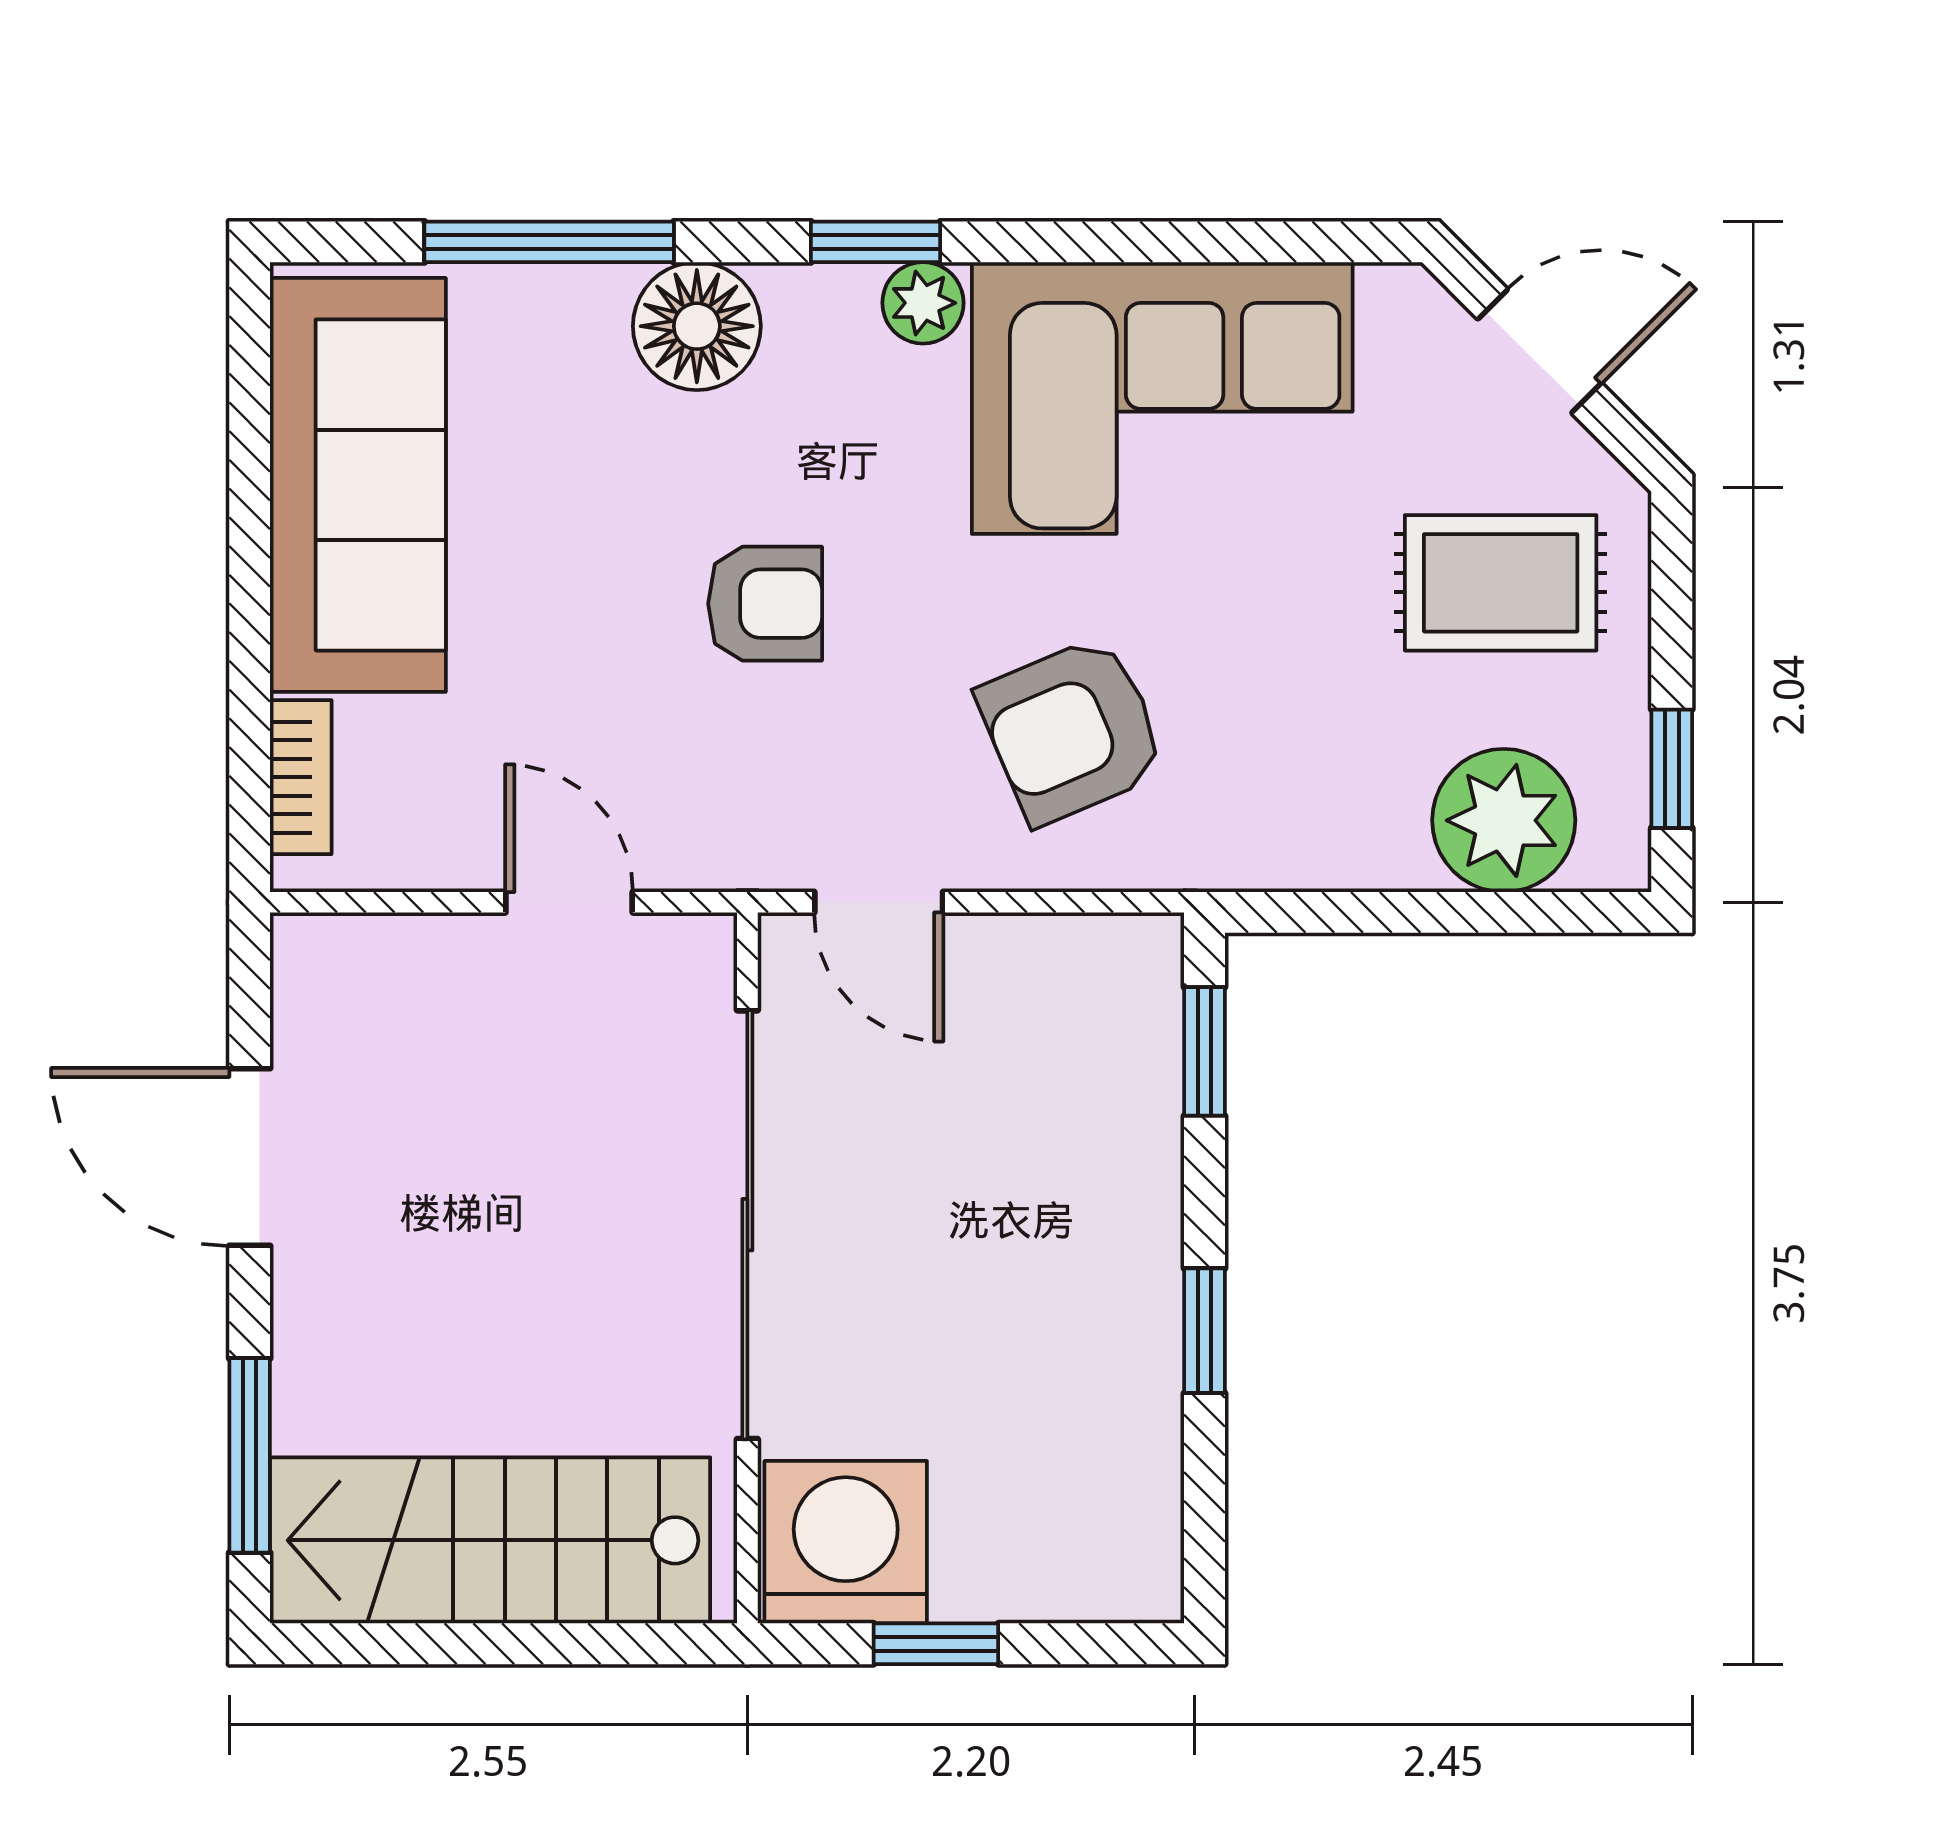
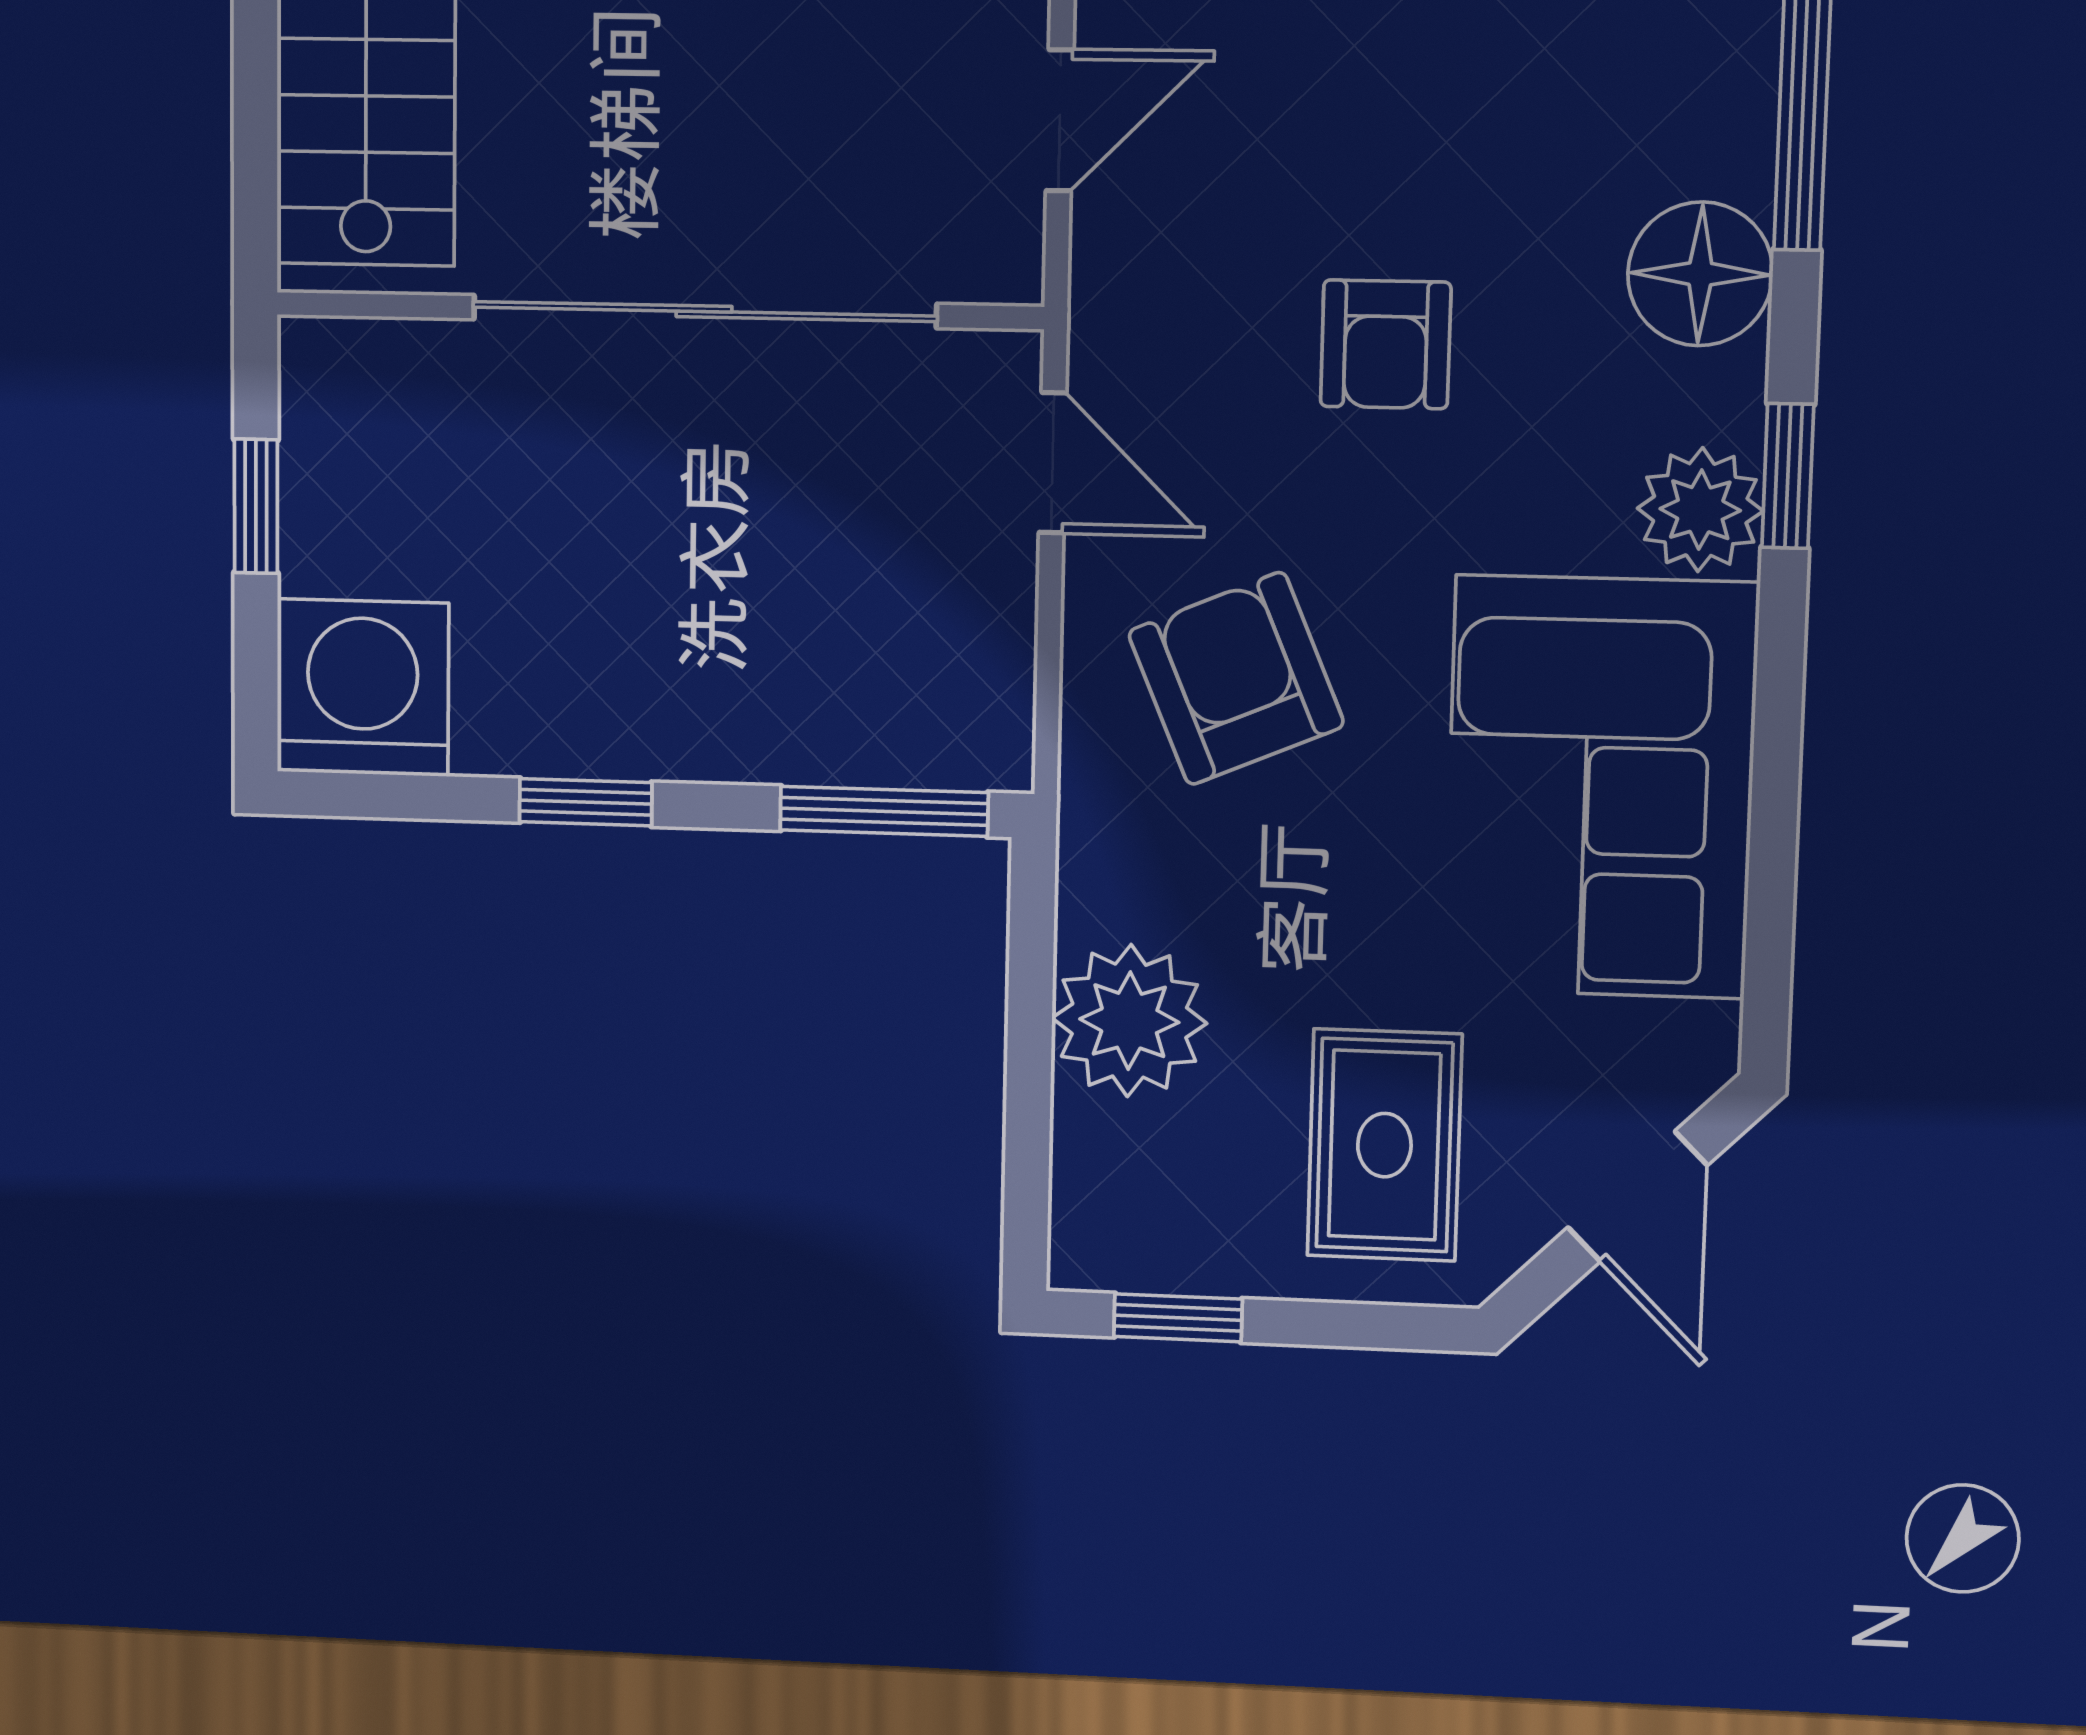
plant: (923, 303) -> (1700, 510), width x1.38, depth x1.38
plant: (1504, 820) -> (1129, 1021), moved
door: (879, 902) -> (1053, 463), swing flipped
window: (1204, 1051) -> (884, 811), width x1.50
washing machine: (846, 1542) -> (363, 688), moved, turned -90

